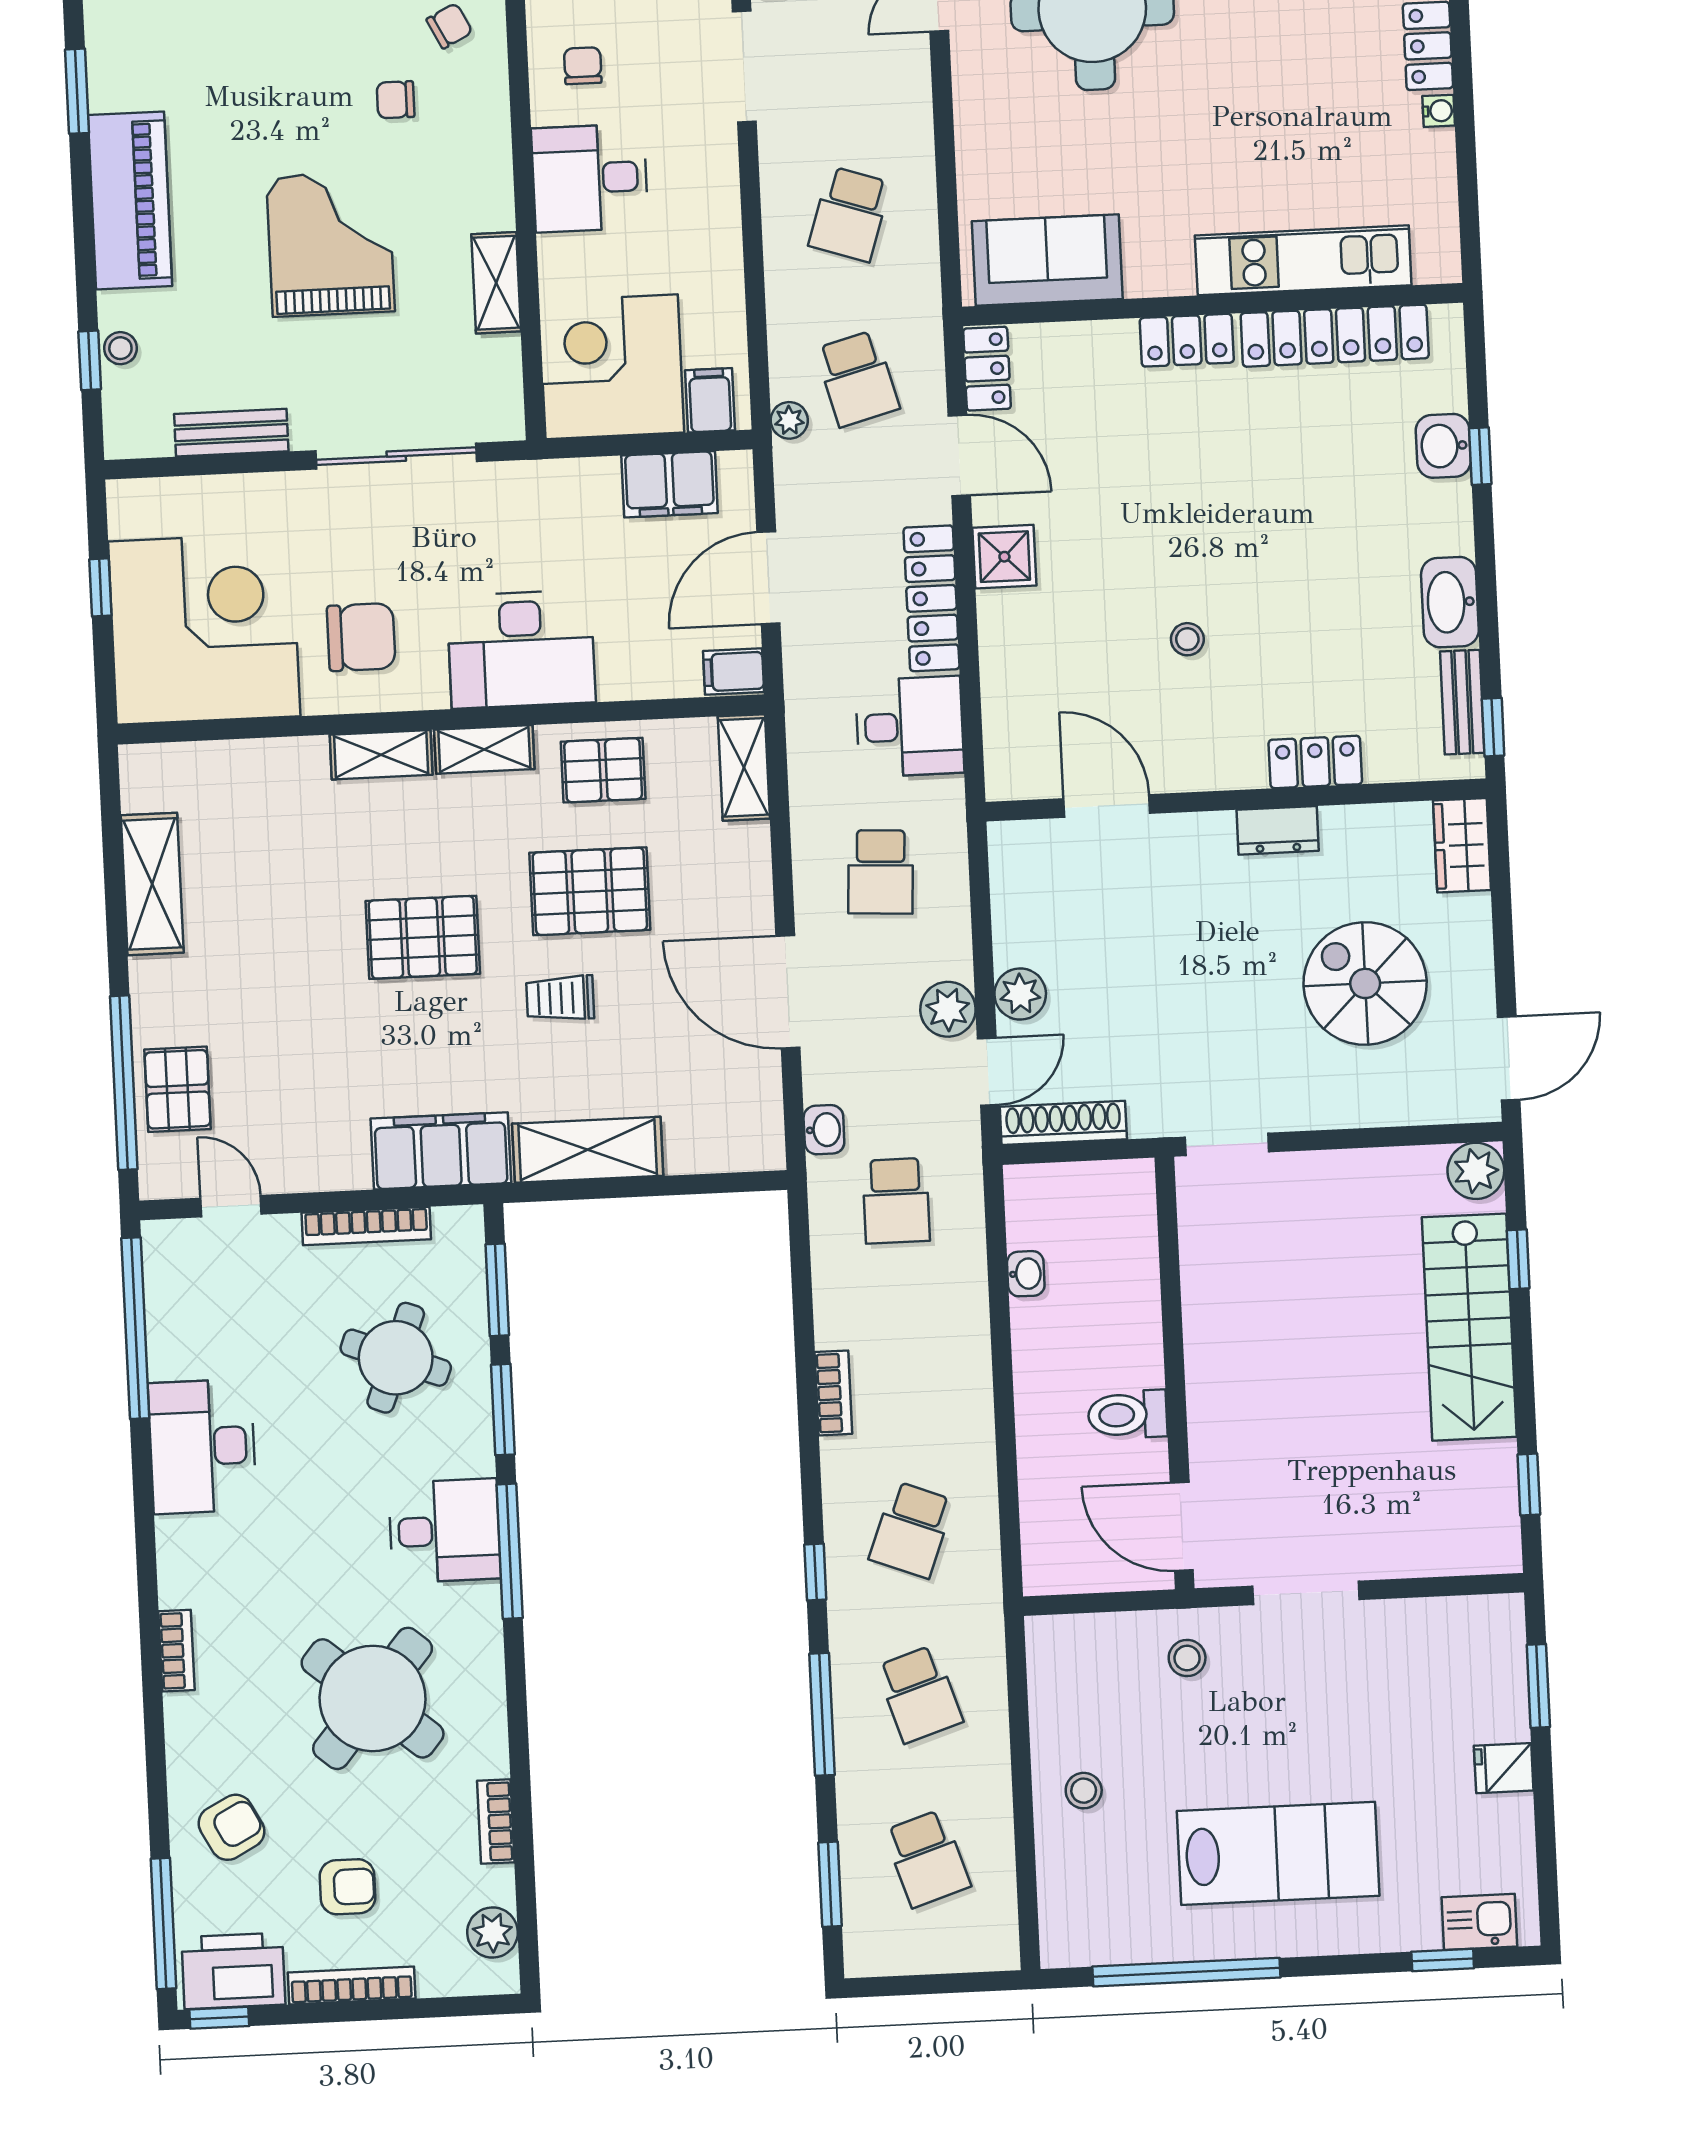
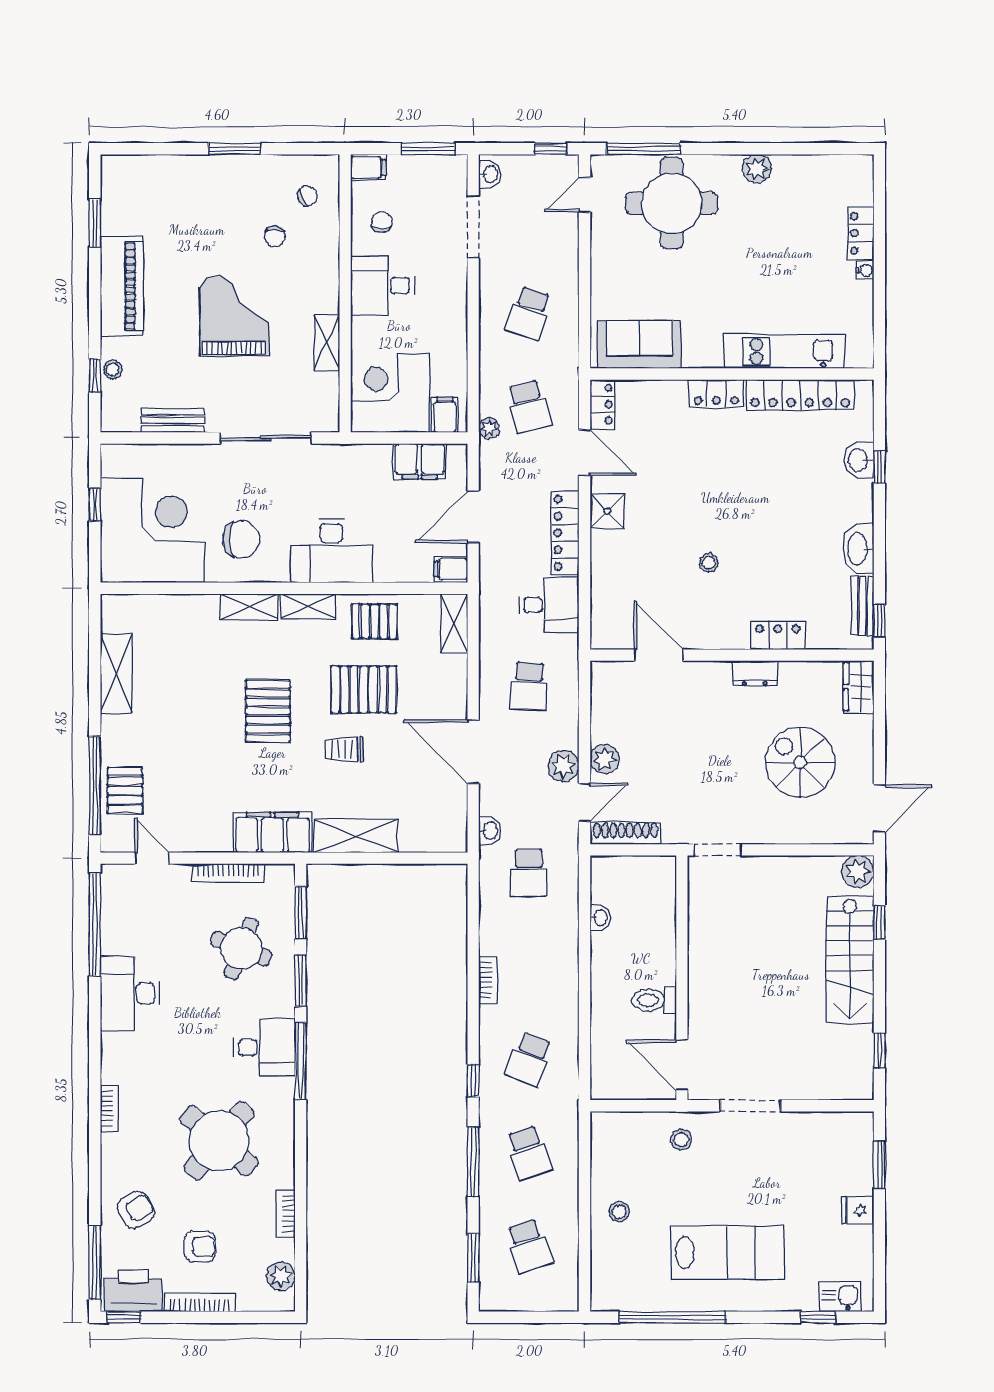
chair: (396, 100) -> (275, 236), turned -90
pallet: (423, 937) -> (268, 711), turned 90

